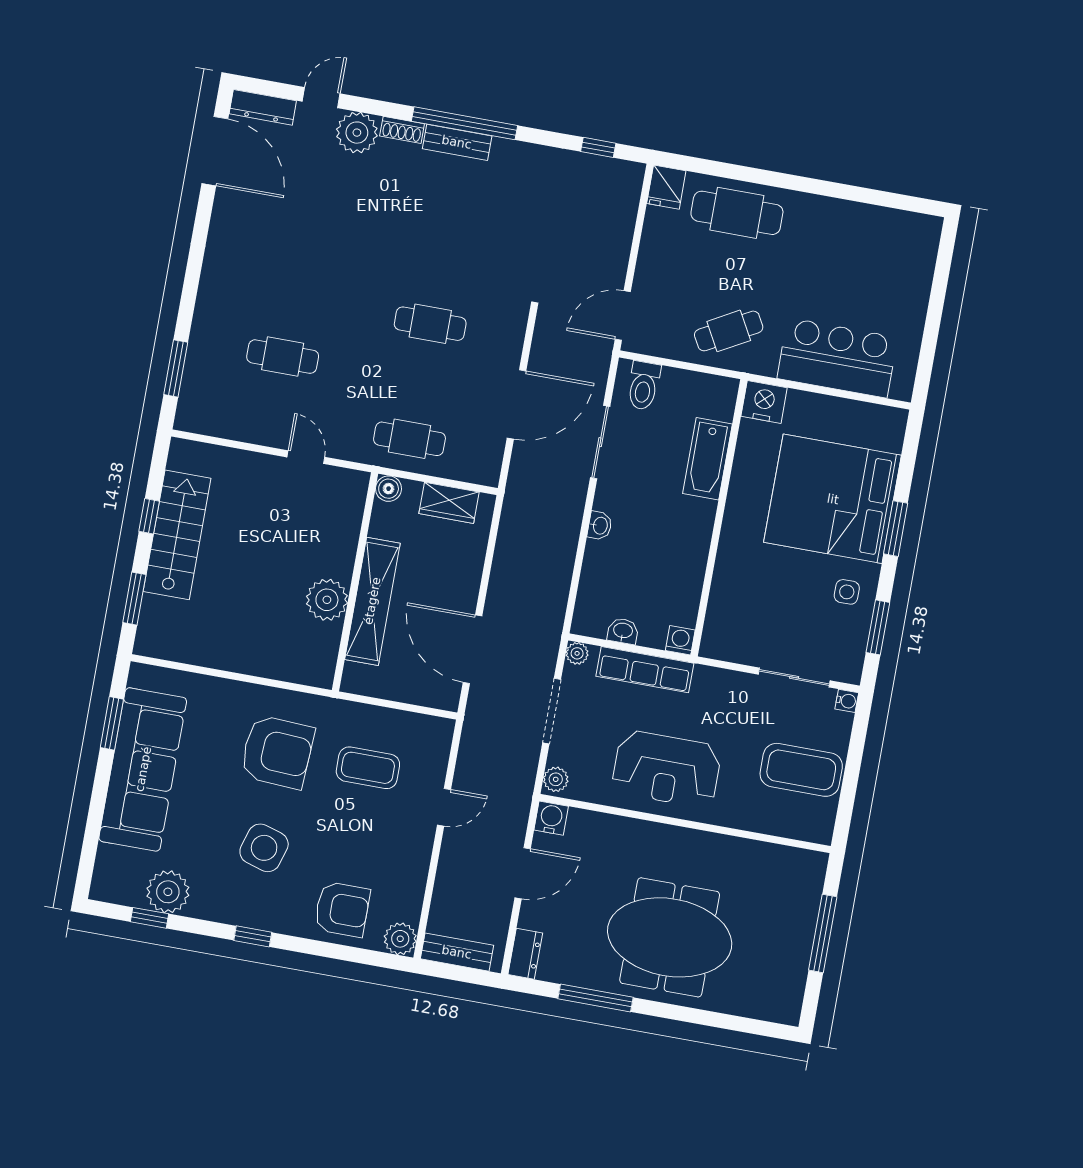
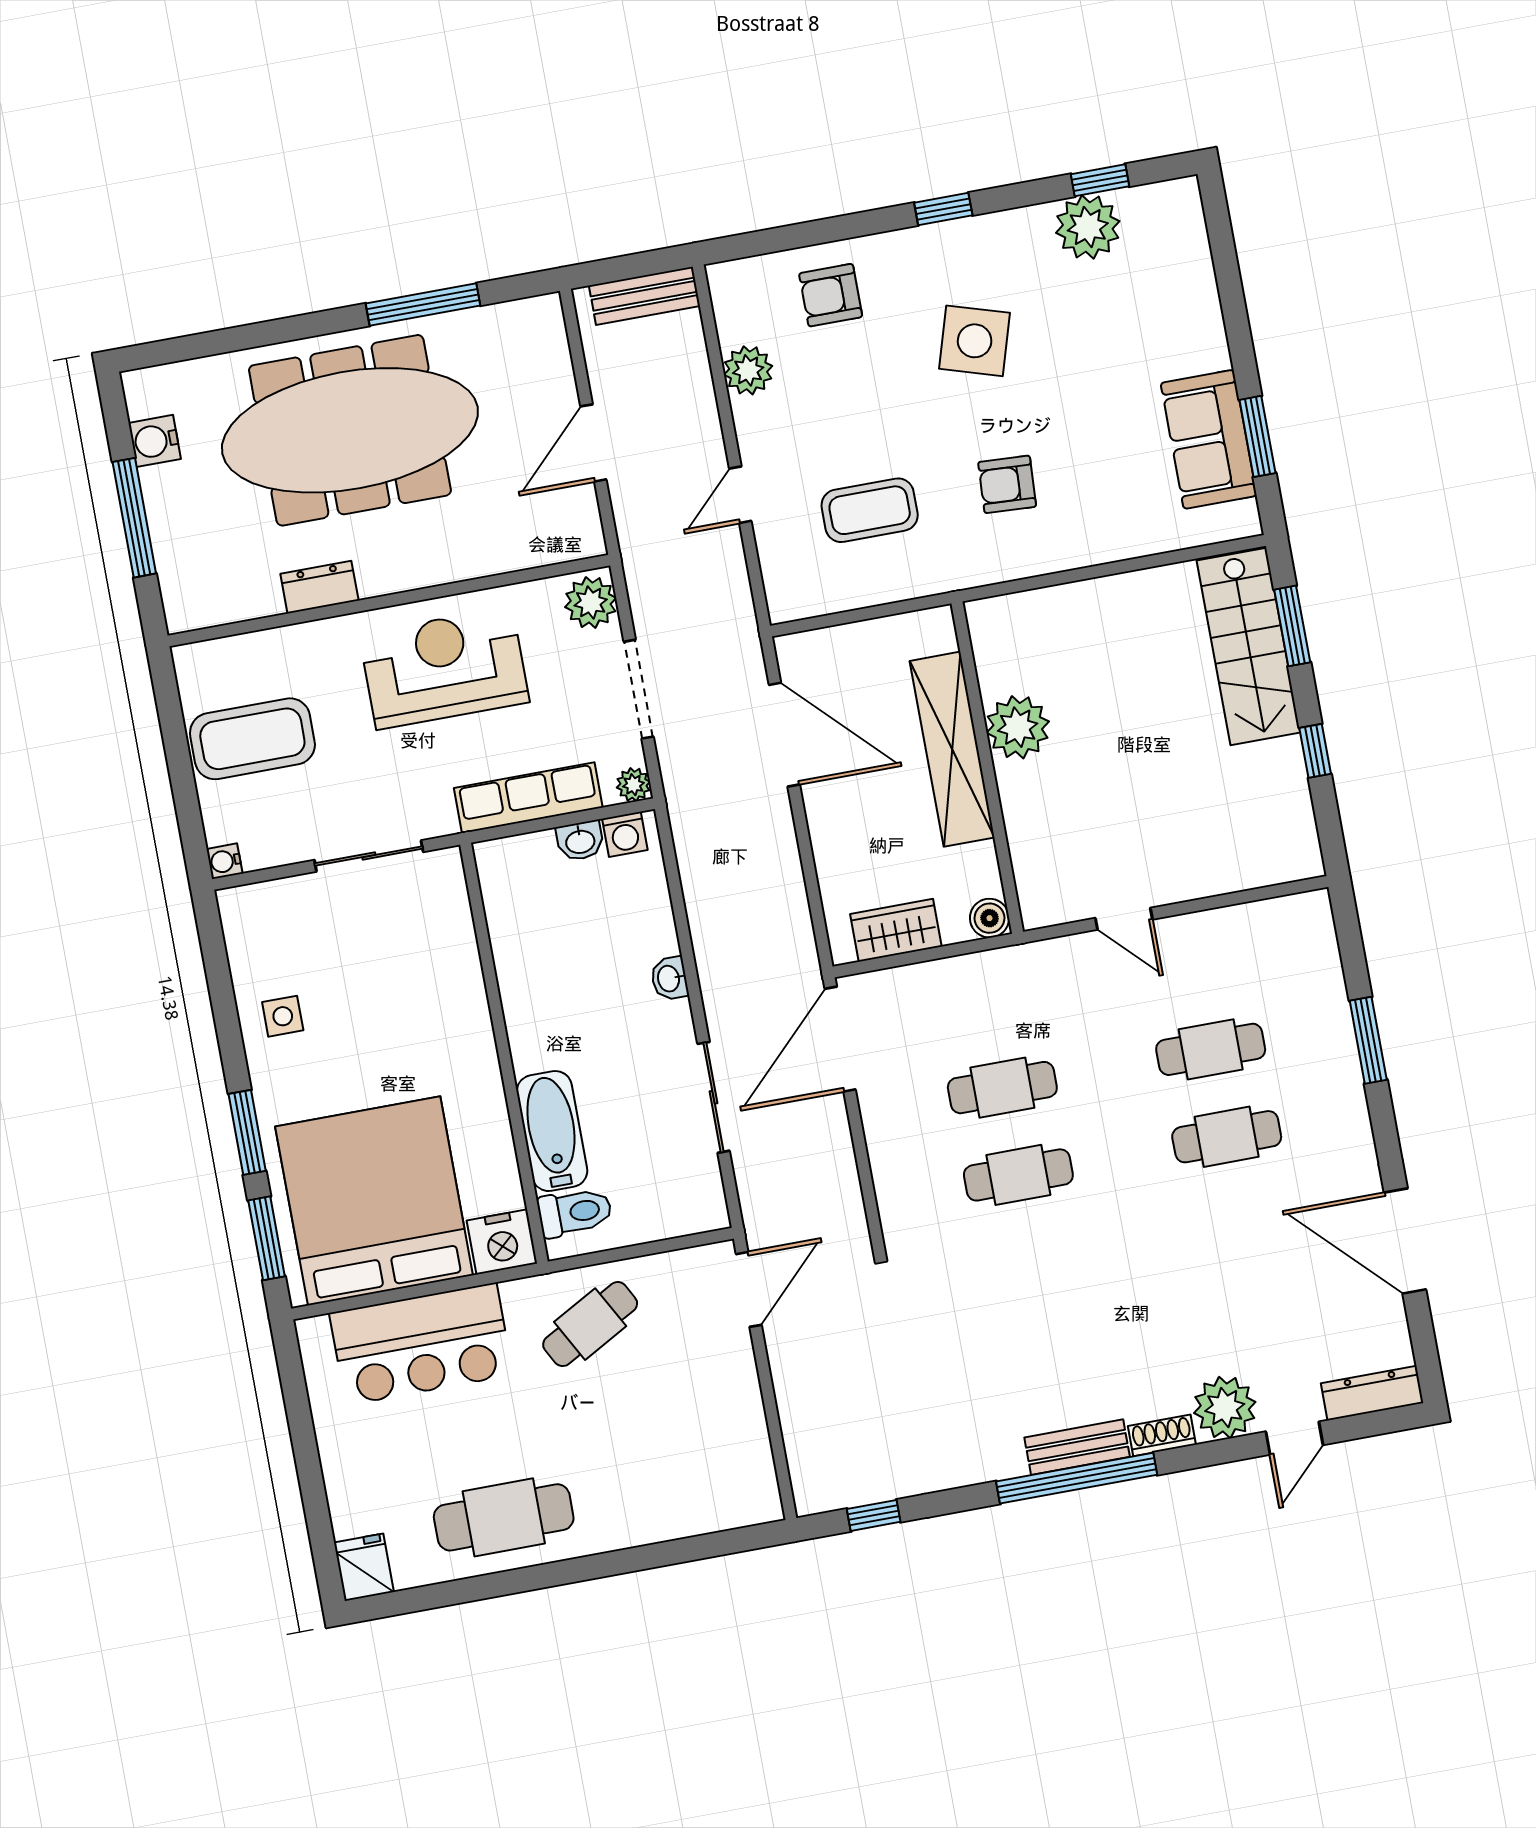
door: (215, 151) -> (1405, 1241), moved
fridge: (666, 187) -> (364, 1567), moved
cafe table: (737, 213) -> (504, 1517), moved
cafe table: (293, 299) -> (1227, 1137), added
window: (176, 368) -> (1368, 1040), moved
toilet: (644, 386) -> (575, 1212), moved, turned 90
door: (517, 404) -> (840, 1039), moved
cafe table: (409, 439) -> (1002, 1088), moved
bed: (833, 499) -> (374, 1201), moved, turned -90
stairs: (177, 535) -> (1248, 646), moved
window: (878, 627) -> (267, 1238), moved
washing machine: (680, 640) -> (625, 834), moved
sliding door: (794, 677) -> (369, 856), moved
armchair: (277, 752) -> (1007, 484), width x0.53, depth x0.53
sofa: (143, 769) -> (1209, 439), width x0.54, depth x0.79
plant: (556, 779) -> (591, 602), width x1.38, depth x1.38
water cooler: (551, 818) -> (155, 441), moved, turned 90
armchair: (342, 909) -> (831, 295), width x0.72, depth x0.72
meeting table: (670, 937) -> (350, 430), width x1.36
plant: (400, 939) -> (748, 370), moved
dresser: (525, 954) -> (319, 587), moved, turned 90

